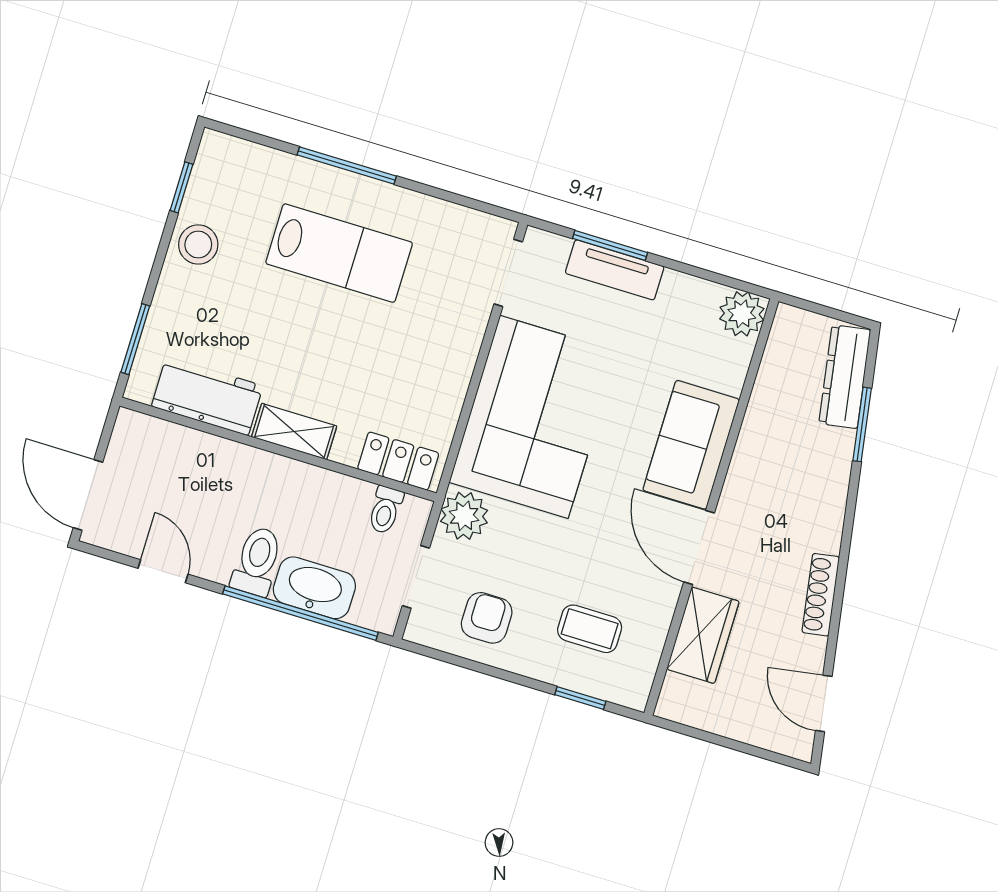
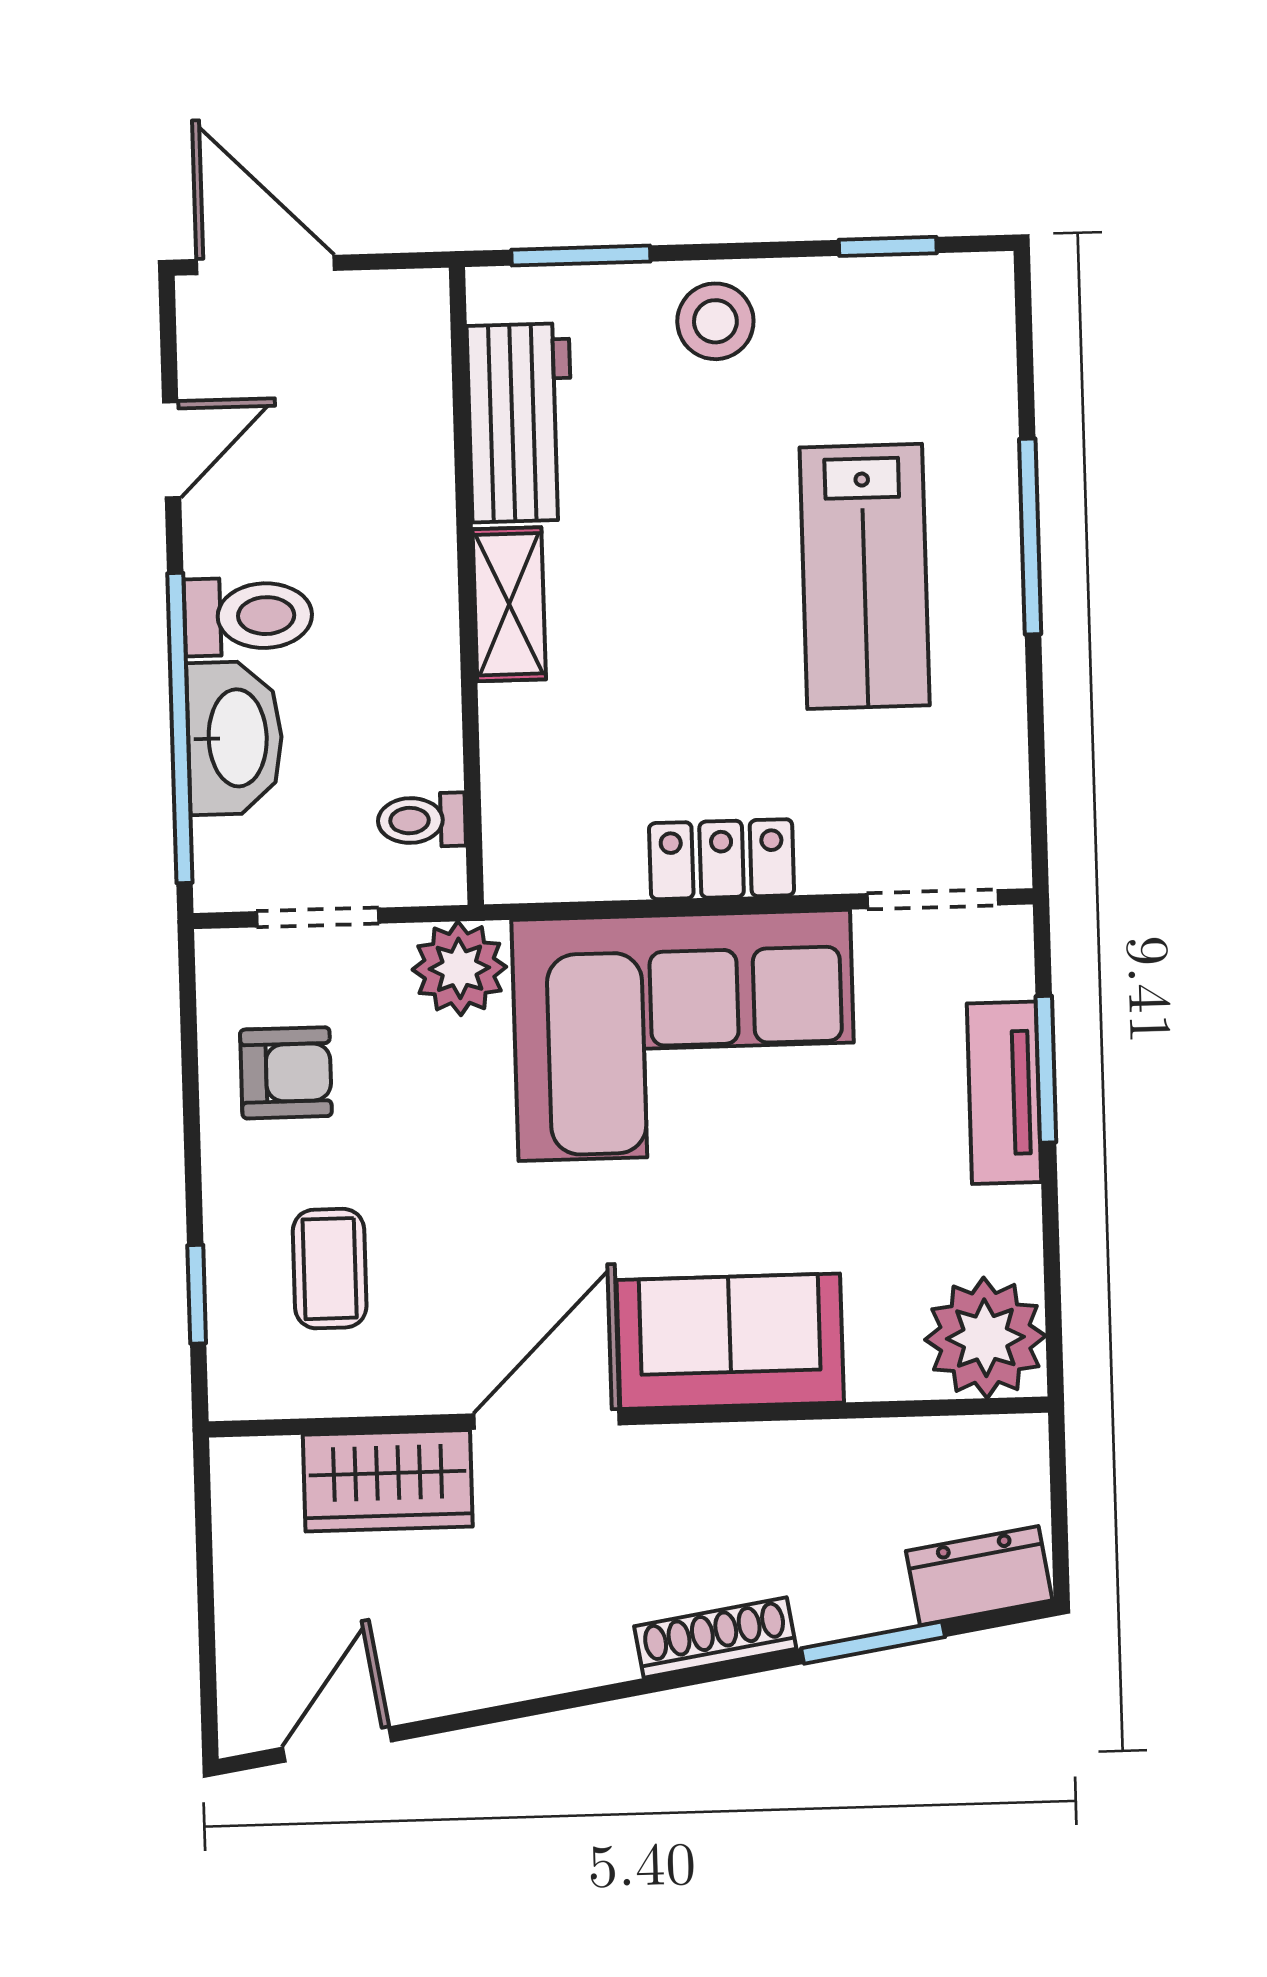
stool: (198, 245) -> (715, 321), moved
plant: (742, 314) -> (985, 1338), width x1.36, depth x1.36
dresser: (845, 377) -> (979, 1576), width x0.70
locker: (398, 461) -> (722, 859), moved, turned -90
door: (88, 495) -> (265, 265), hinge flipped
shoe rack: (821, 595) -> (715, 1638), moved

